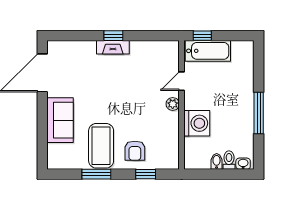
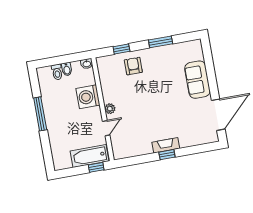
coffee table: (101, 146) -> (161, 65), removed
washbasin: (243, 164) -> (87, 64), moved

